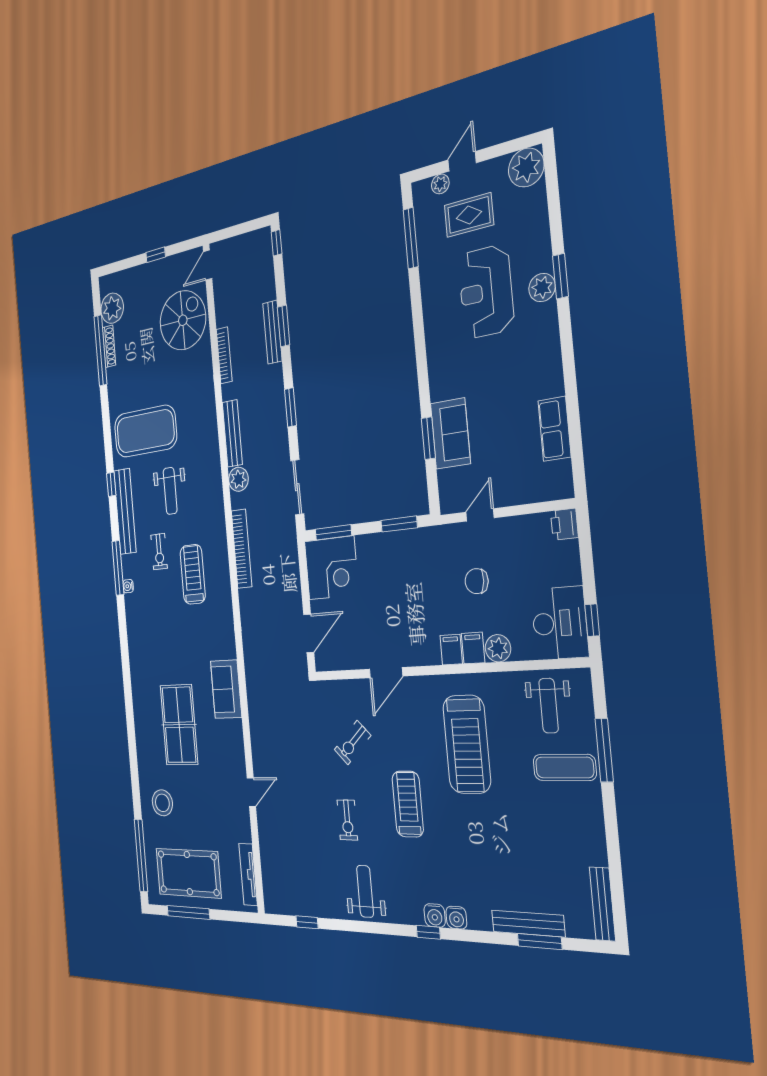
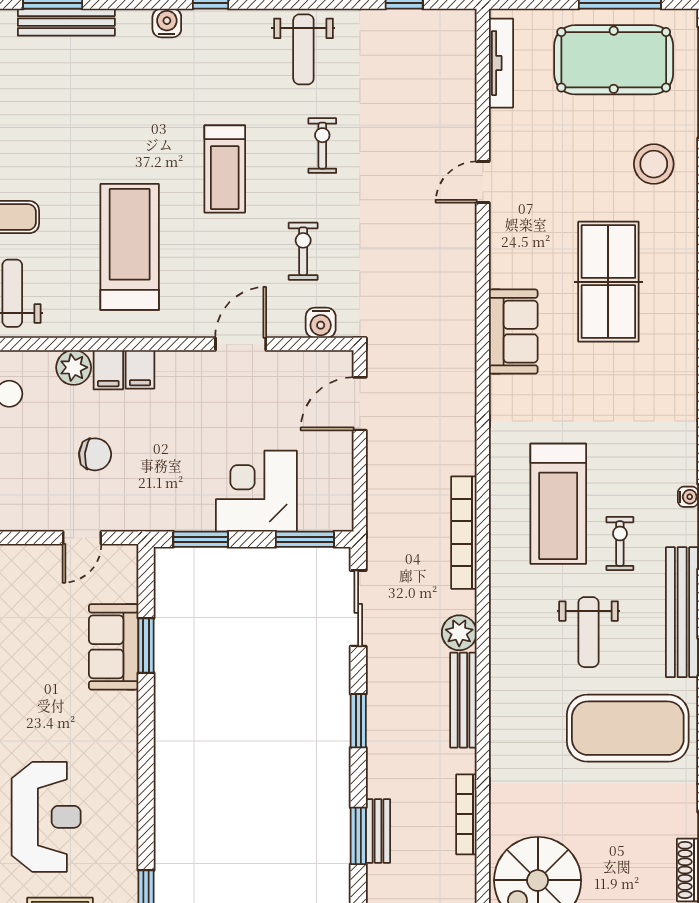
bench: (272, 332) -> (378, 831), width x0.73
weight bench: (170, 491) -> (589, 632), turned 180
corner desk: (331, 568) -> (256, 491), moved
treadmill: (193, 574) -> (558, 504), width x1.37, depth x1.38
exercise bike: (352, 743) -> (303, 251), turned -46
water cooler: (435, 915) -> (321, 323), moved, turned 180

